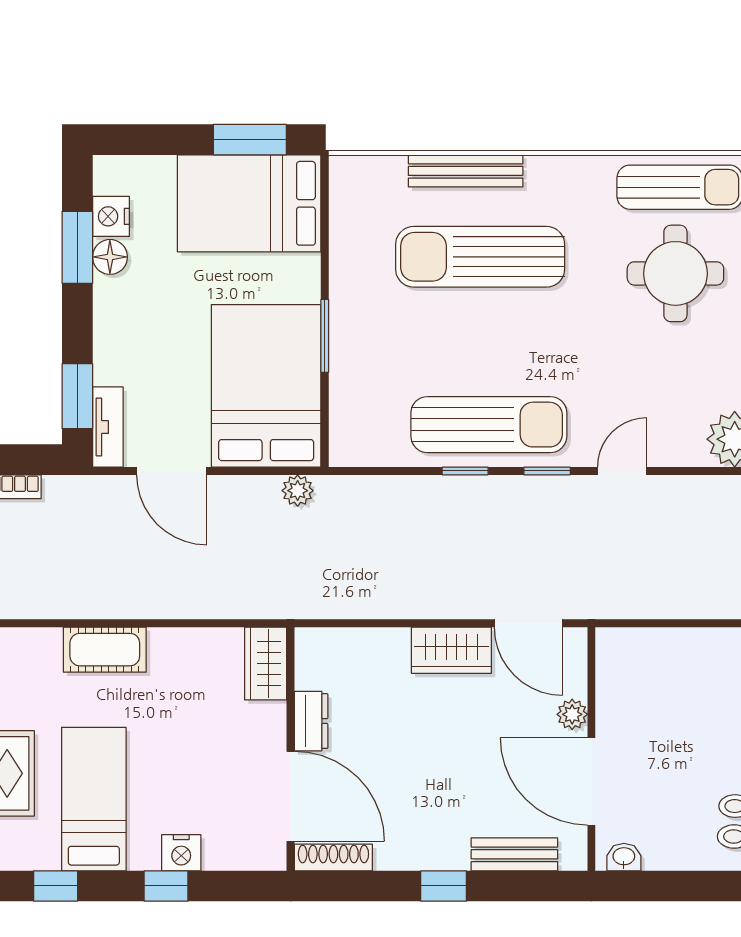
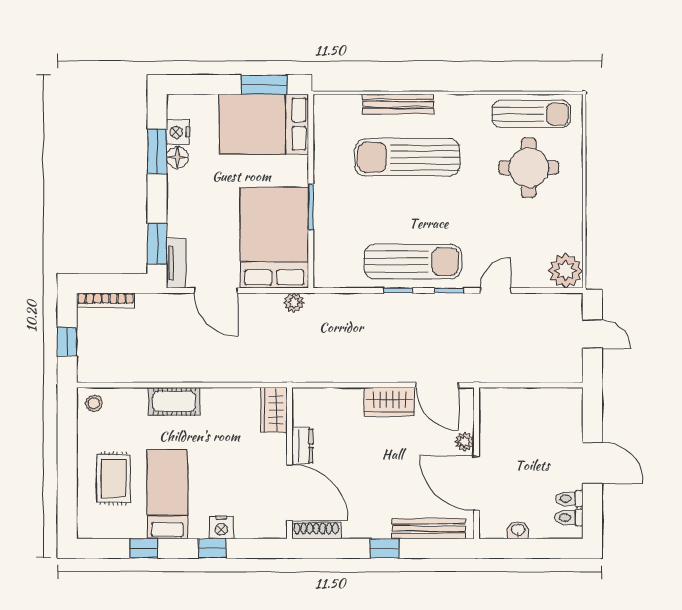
bench: (514, 854) -> (429, 529), width x1.36
washbasin: (624, 857) -> (518, 530), moved

